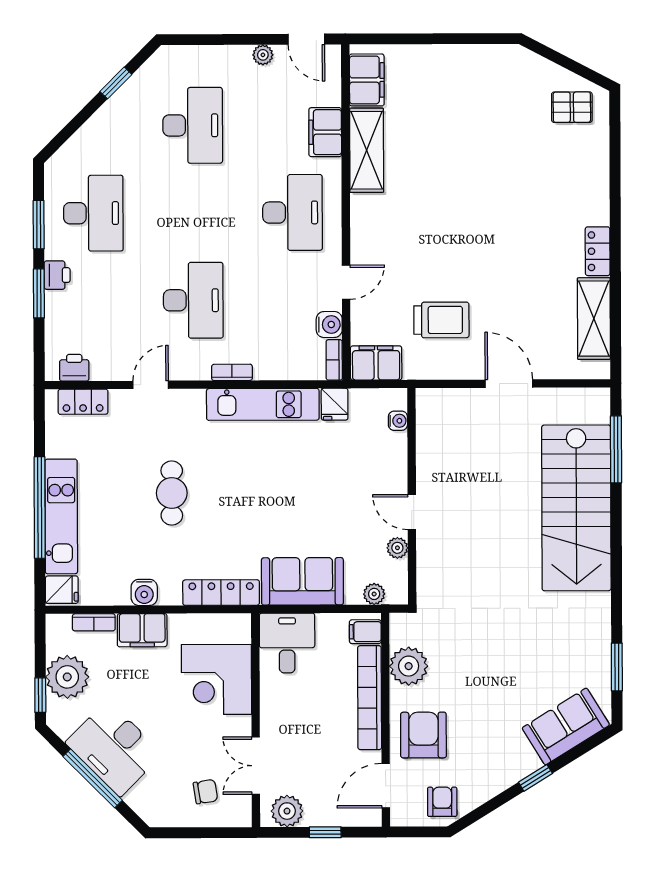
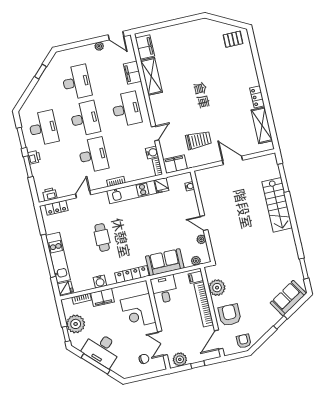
desk: (193, 213) -> (85, 119), added
stairs: (576, 508) -> (277, 205), width x0.73, depth x0.66

